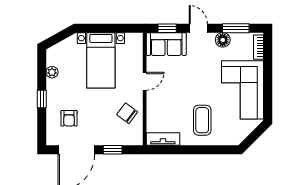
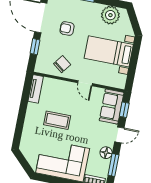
plant: (52, 72) -> (110, 15), width x1.88, depth x1.88
armchair: (69, 118) -> (67, 29), moved
coffee table: (202, 120) -> (57, 120), moved

